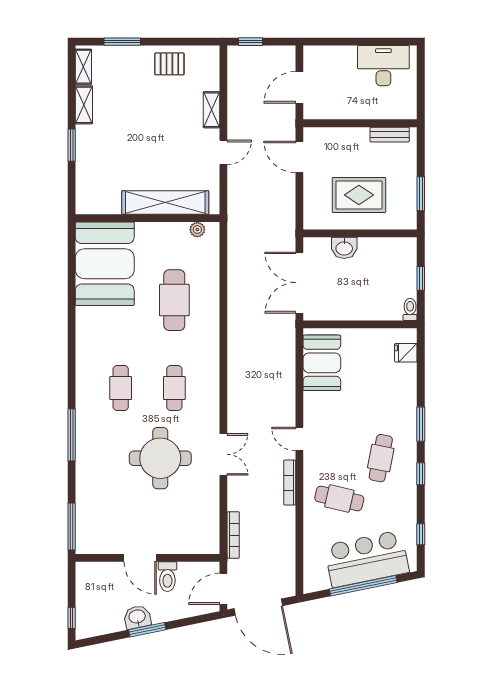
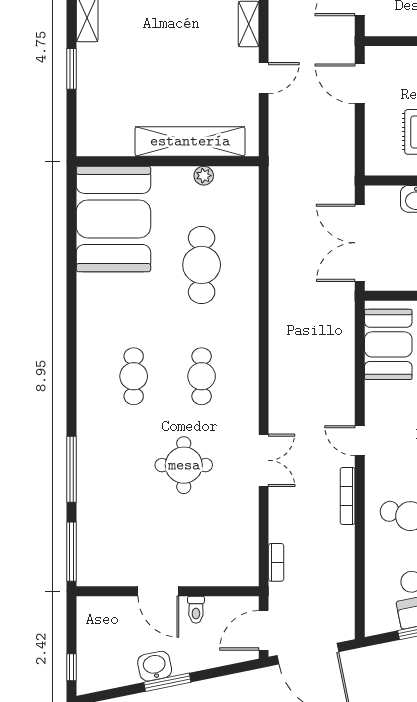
plant: (197, 230) -> (204, 176), moved
window: (72, 435) -> (72, 469), moved
round table: (160, 458) -> (184, 465), width x0.73, depth x0.73
bookcase: (233, 535) -> (276, 562), width x0.64
toilet: (167, 577) -> (196, 610), width x0.73, depth x0.72

